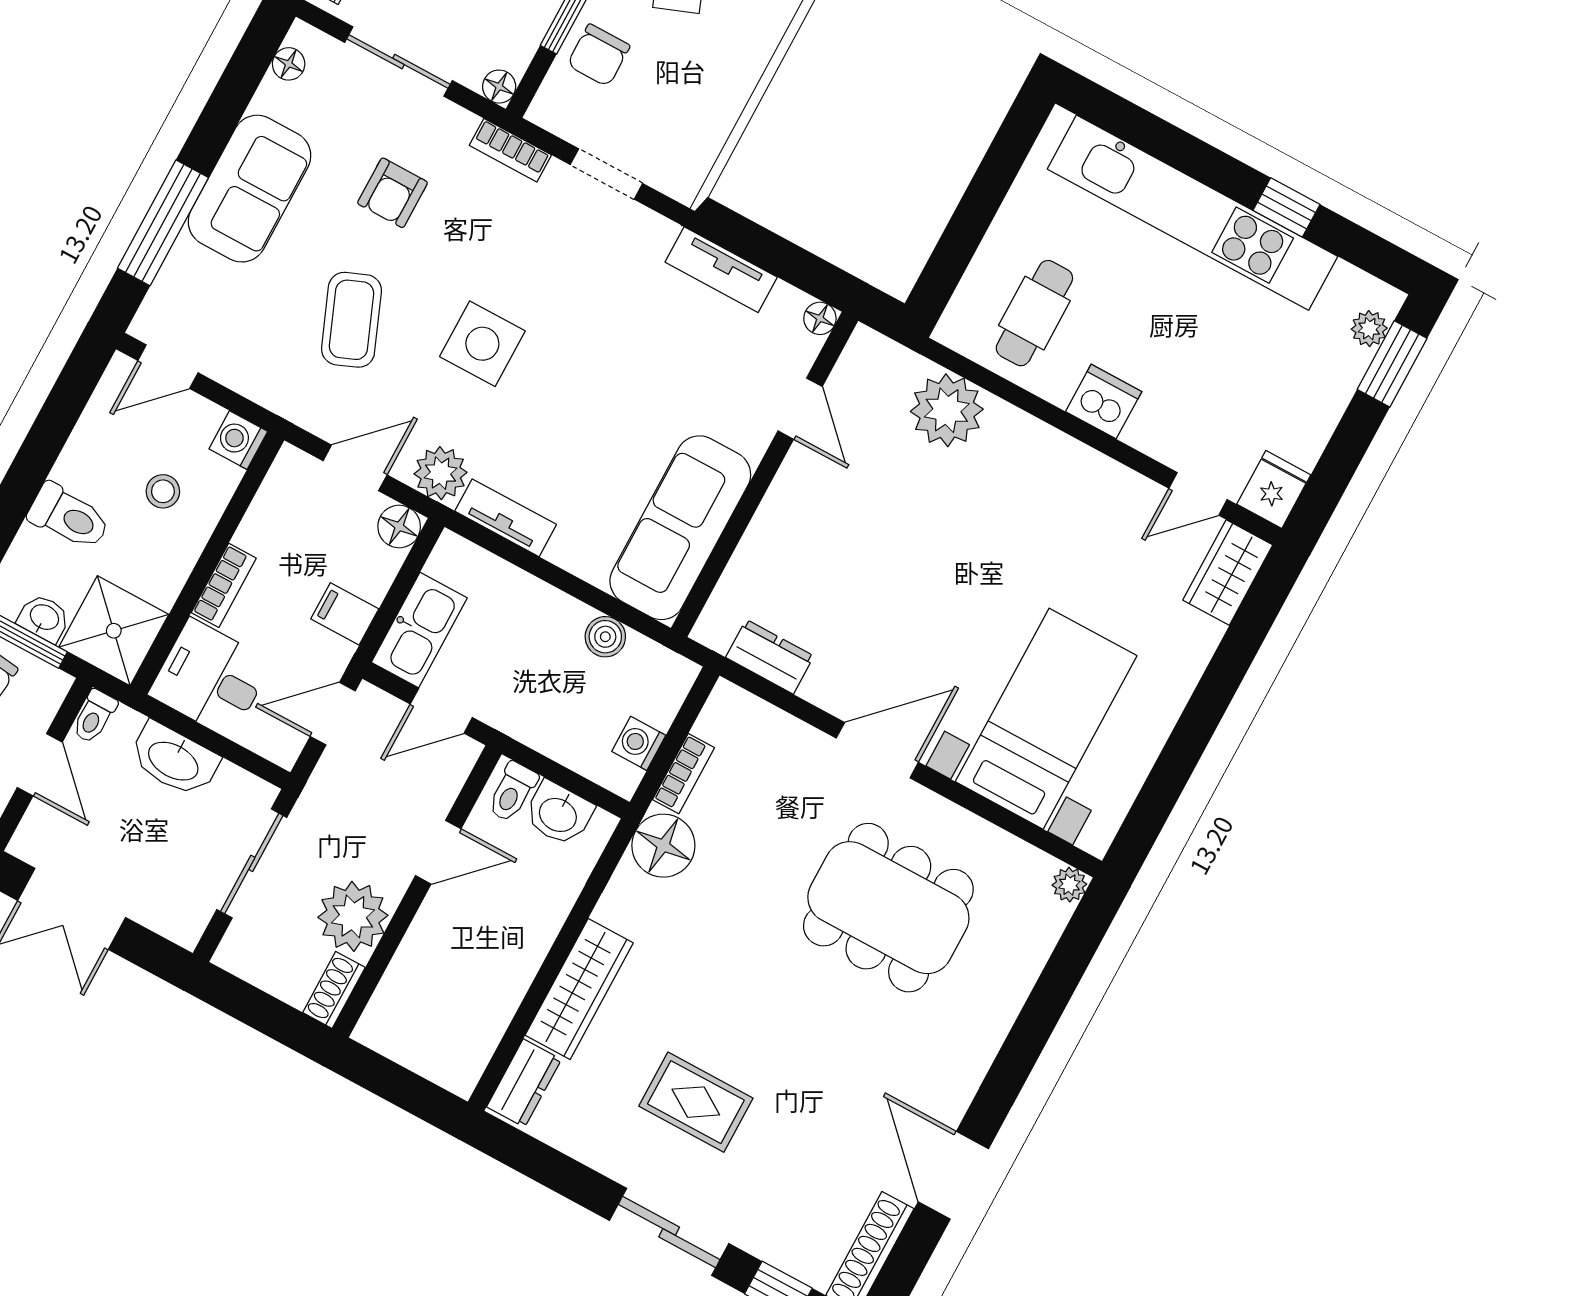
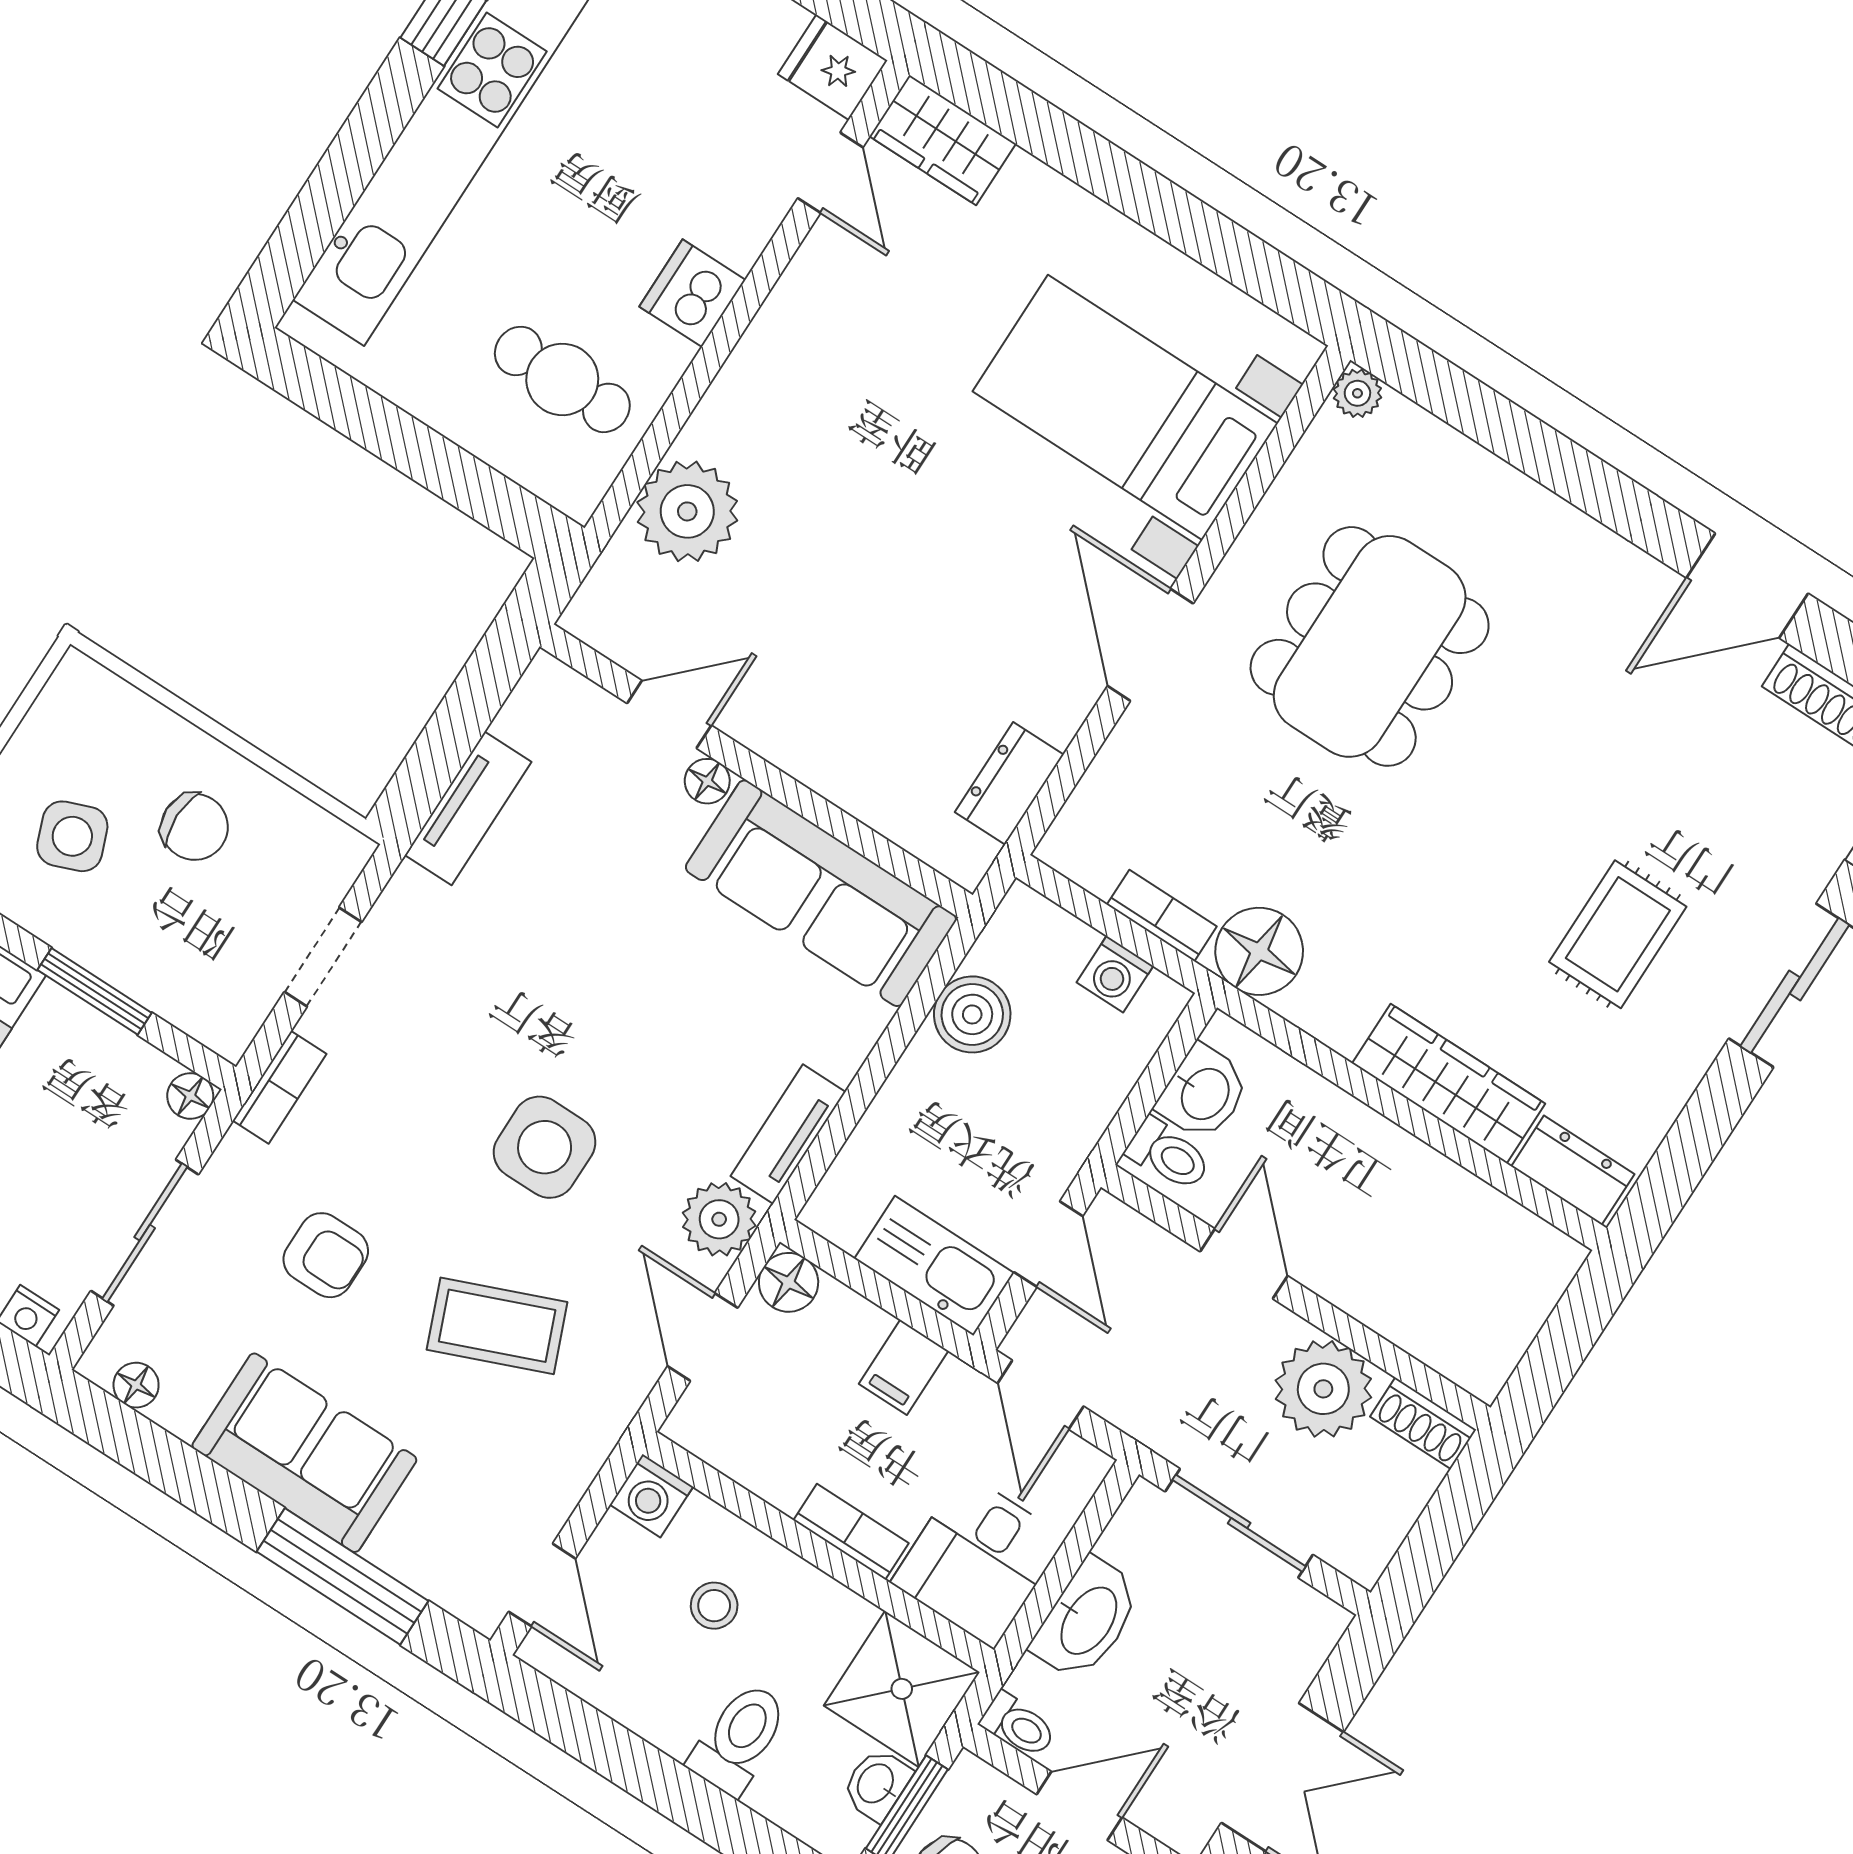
chair: (599, 55) -> (195, 827), moved
floor lamp: (820, 318) -> (707, 781), moved
boiler: (605, 637) -> (972, 1014), width x1.36, depth x1.36

